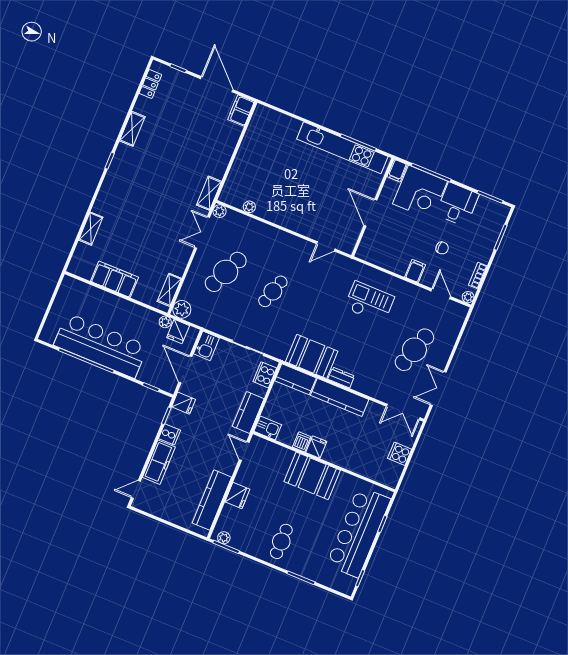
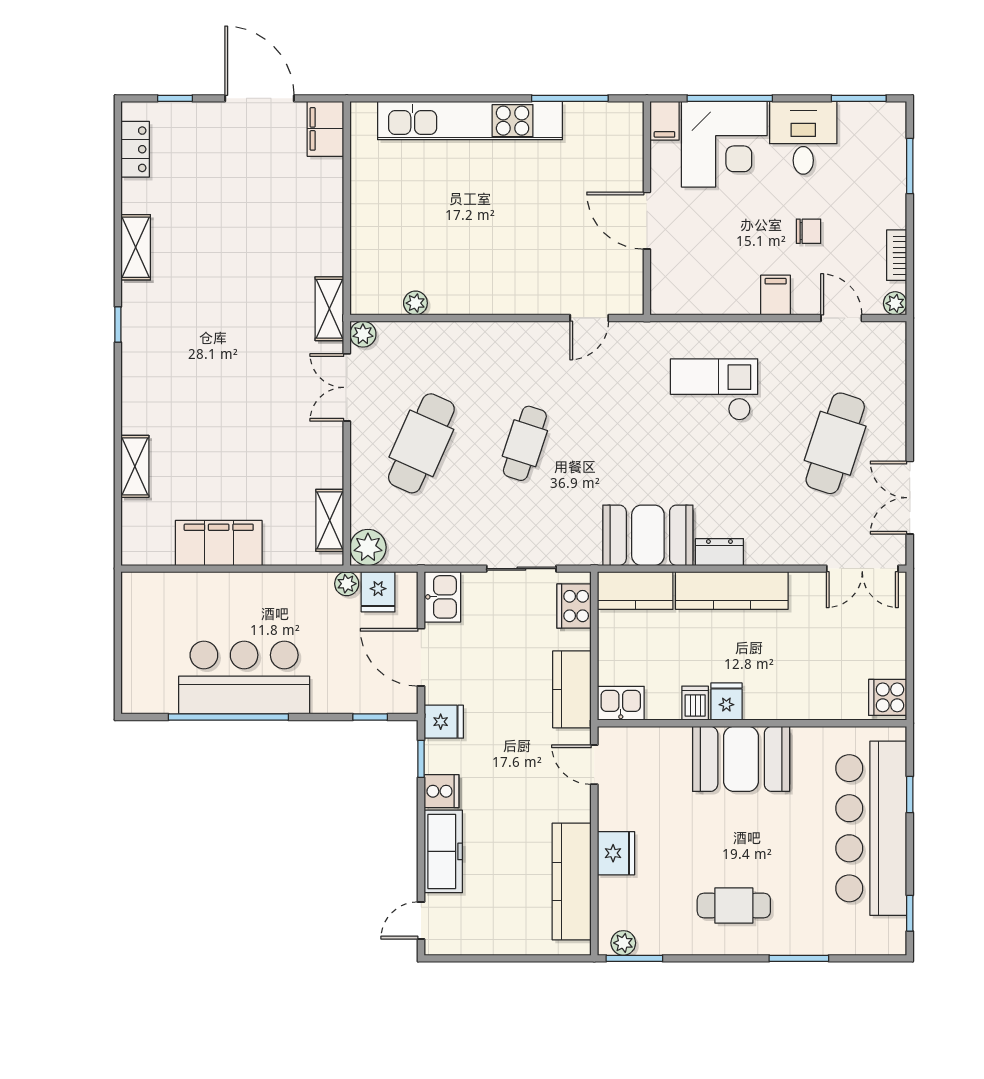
kitchen unit: (342, 148) -> (470, 121), moved
bar counter: (101, 345) -> (244, 678), width x0.73
cooker: (400, 454) -> (888, 697), moved
cafe table: (281, 541) -> (734, 905), turned 90

